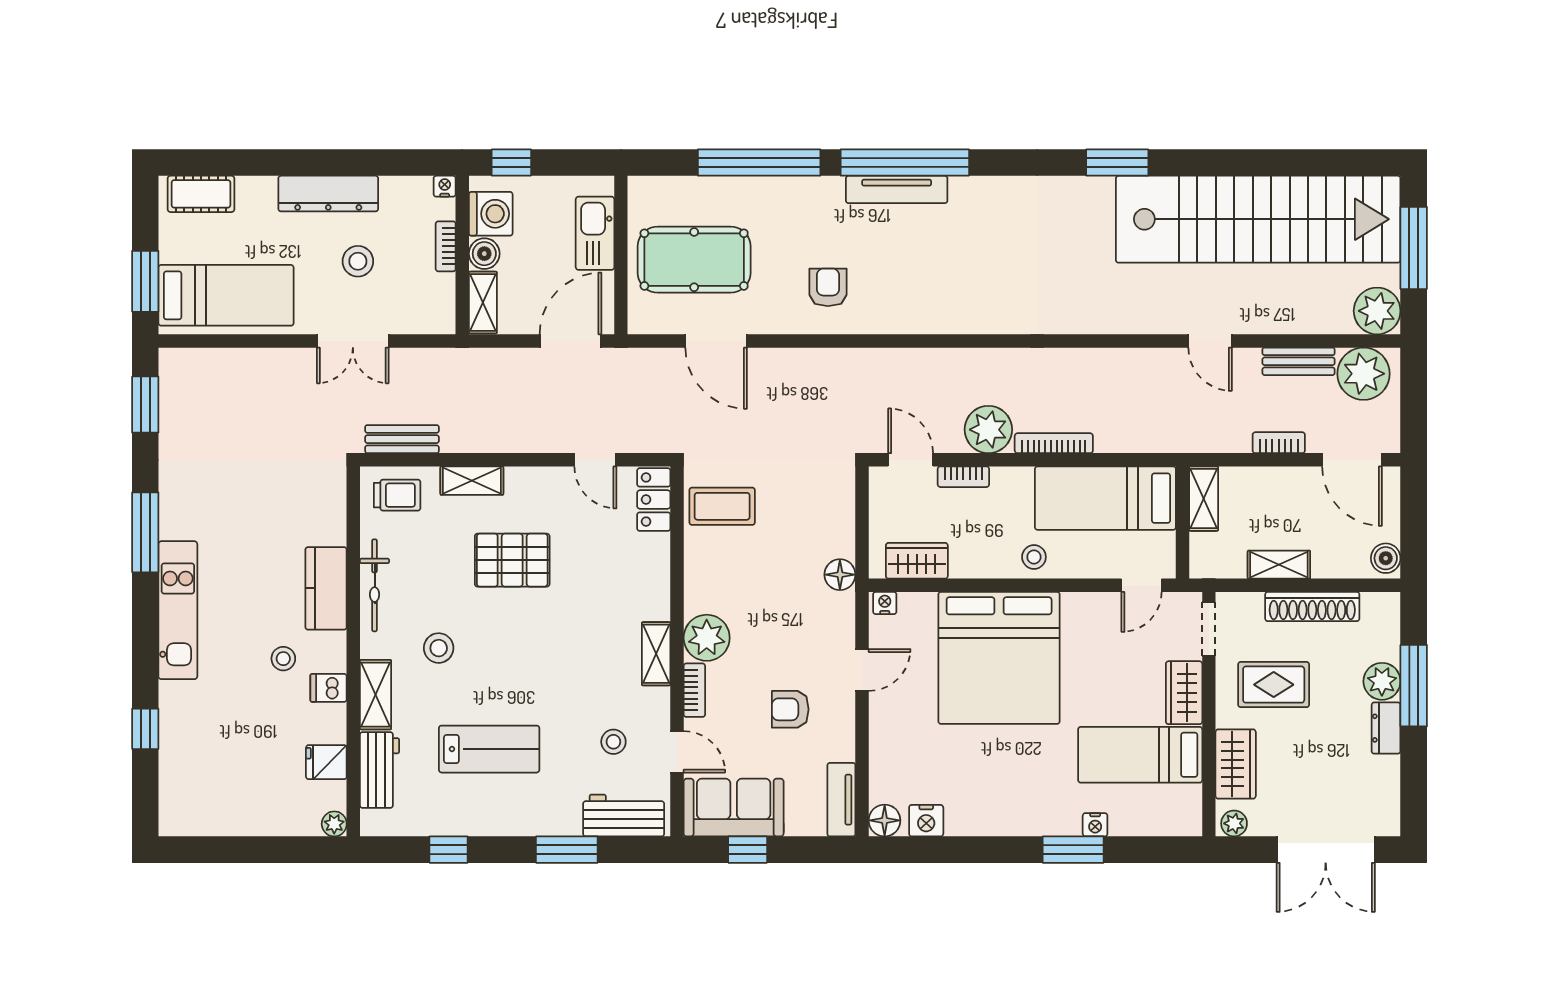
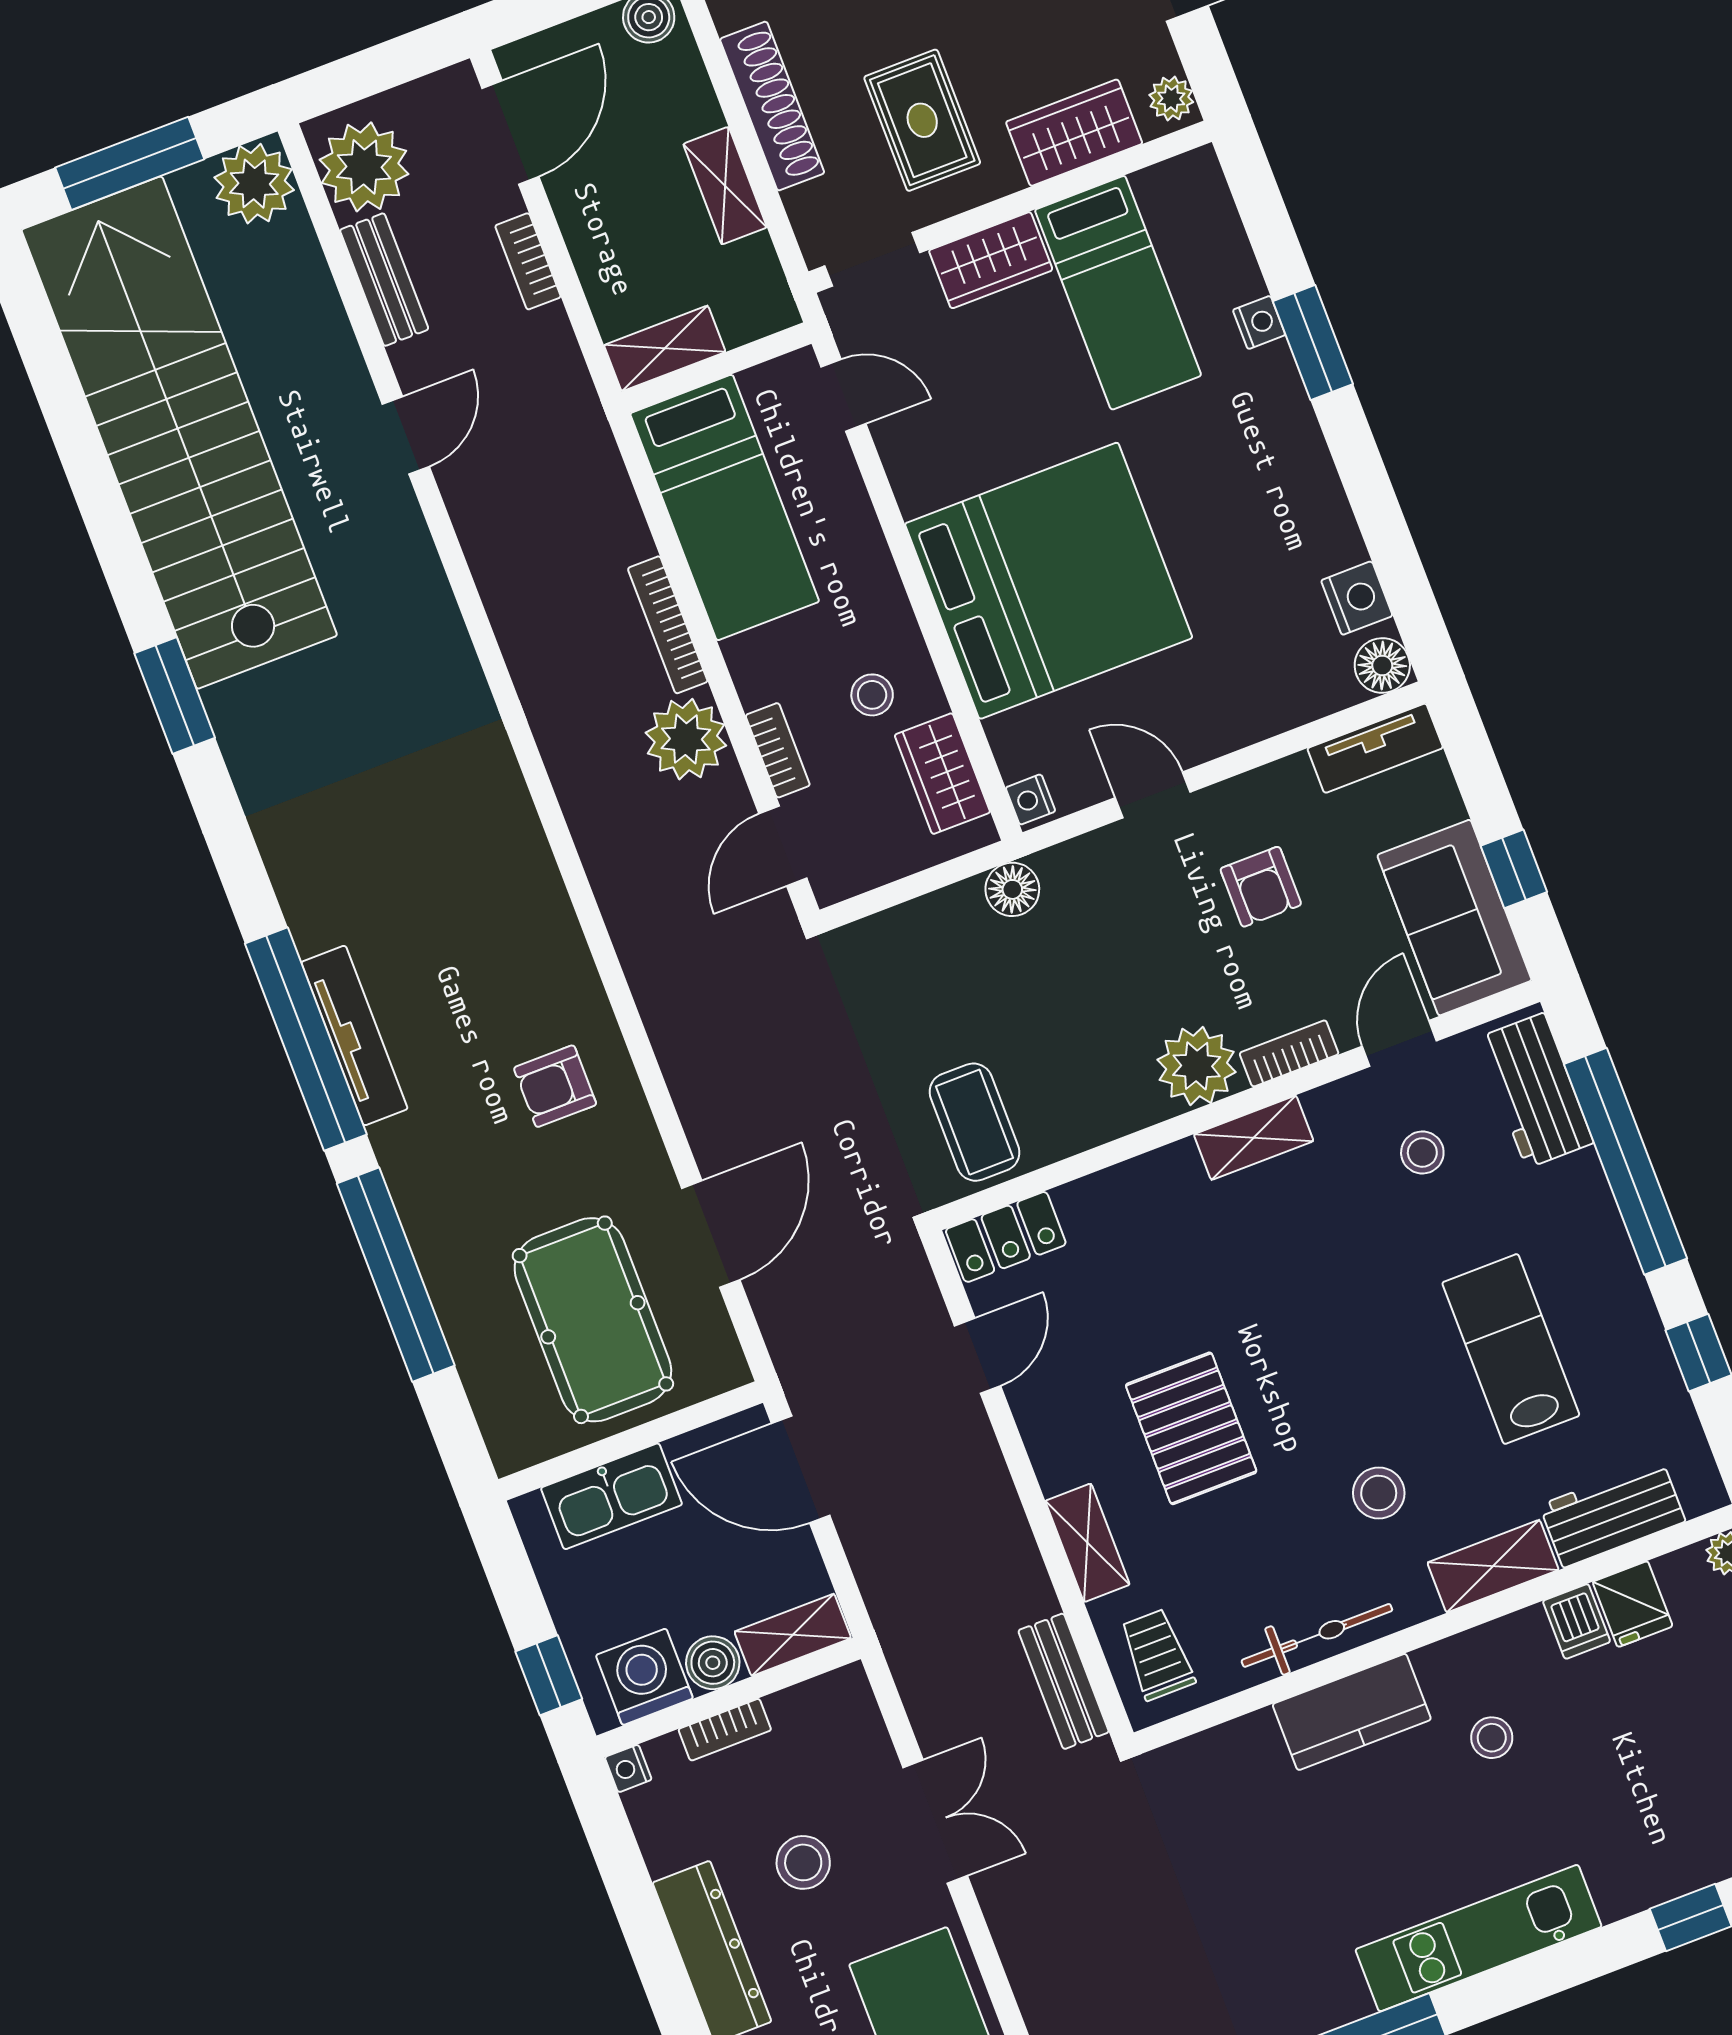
stool: (1034, 557) -> (872, 695), moved
dishwasher: (329, 688) -> (1577, 1621), moved
window: (567, 850) -> (1626, 1161), width x2.11

